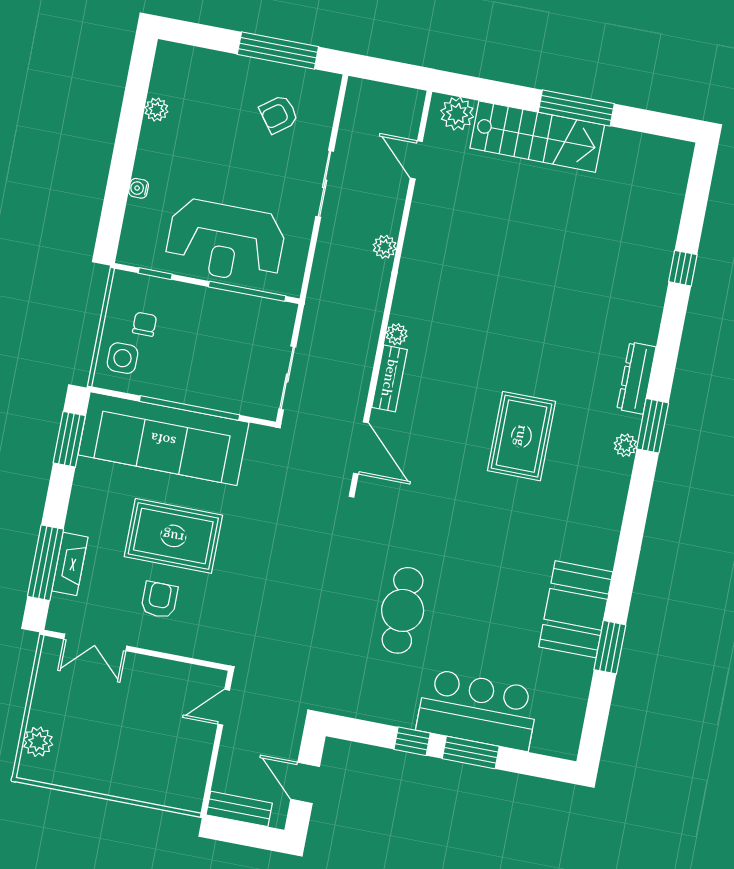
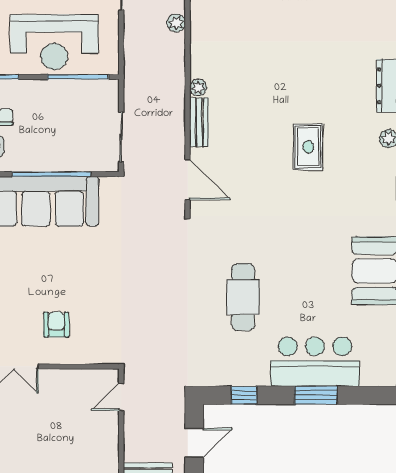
rug: (521, 436) -> (308, 147), width x0.73, depth x0.70
rug: (173, 536) -> (58, 274), removed
window: (412, 741) -> (244, 395), moved
door: (305, 783) -> (194, 443), swing flipped

